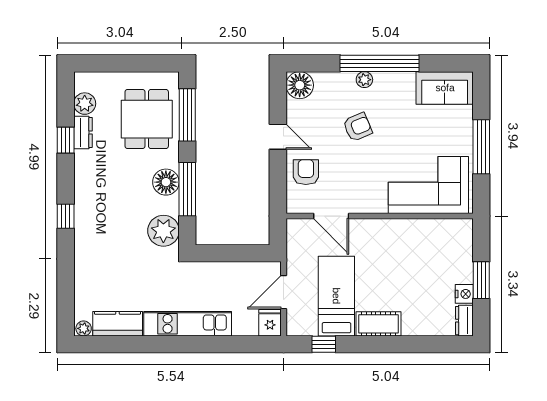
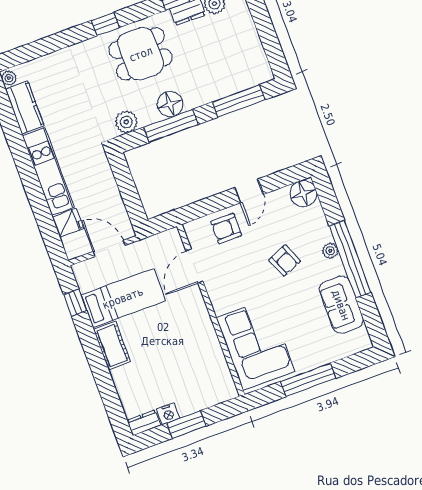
sofa: (445, 88) -> (341, 305), moved
dining table: (147, 119) -> (141, 54), moved
armchair: (306, 172) -> (226, 228), turned 180
plant: (163, 231) -> (126, 122), width x0.73, depth x0.73
fridge: (270, 323) -> (68, 223), moved

